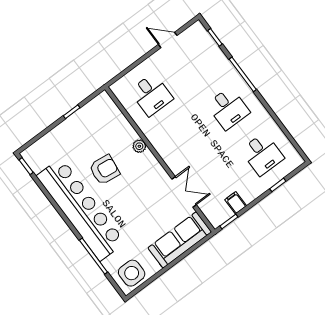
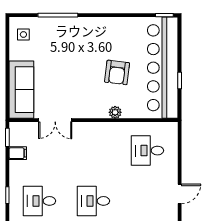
bar counter: (81, 209) -> (163, 68), moved, turned 90
side table: (132, 273) -> (23, 34), width x0.54, depth x0.54

